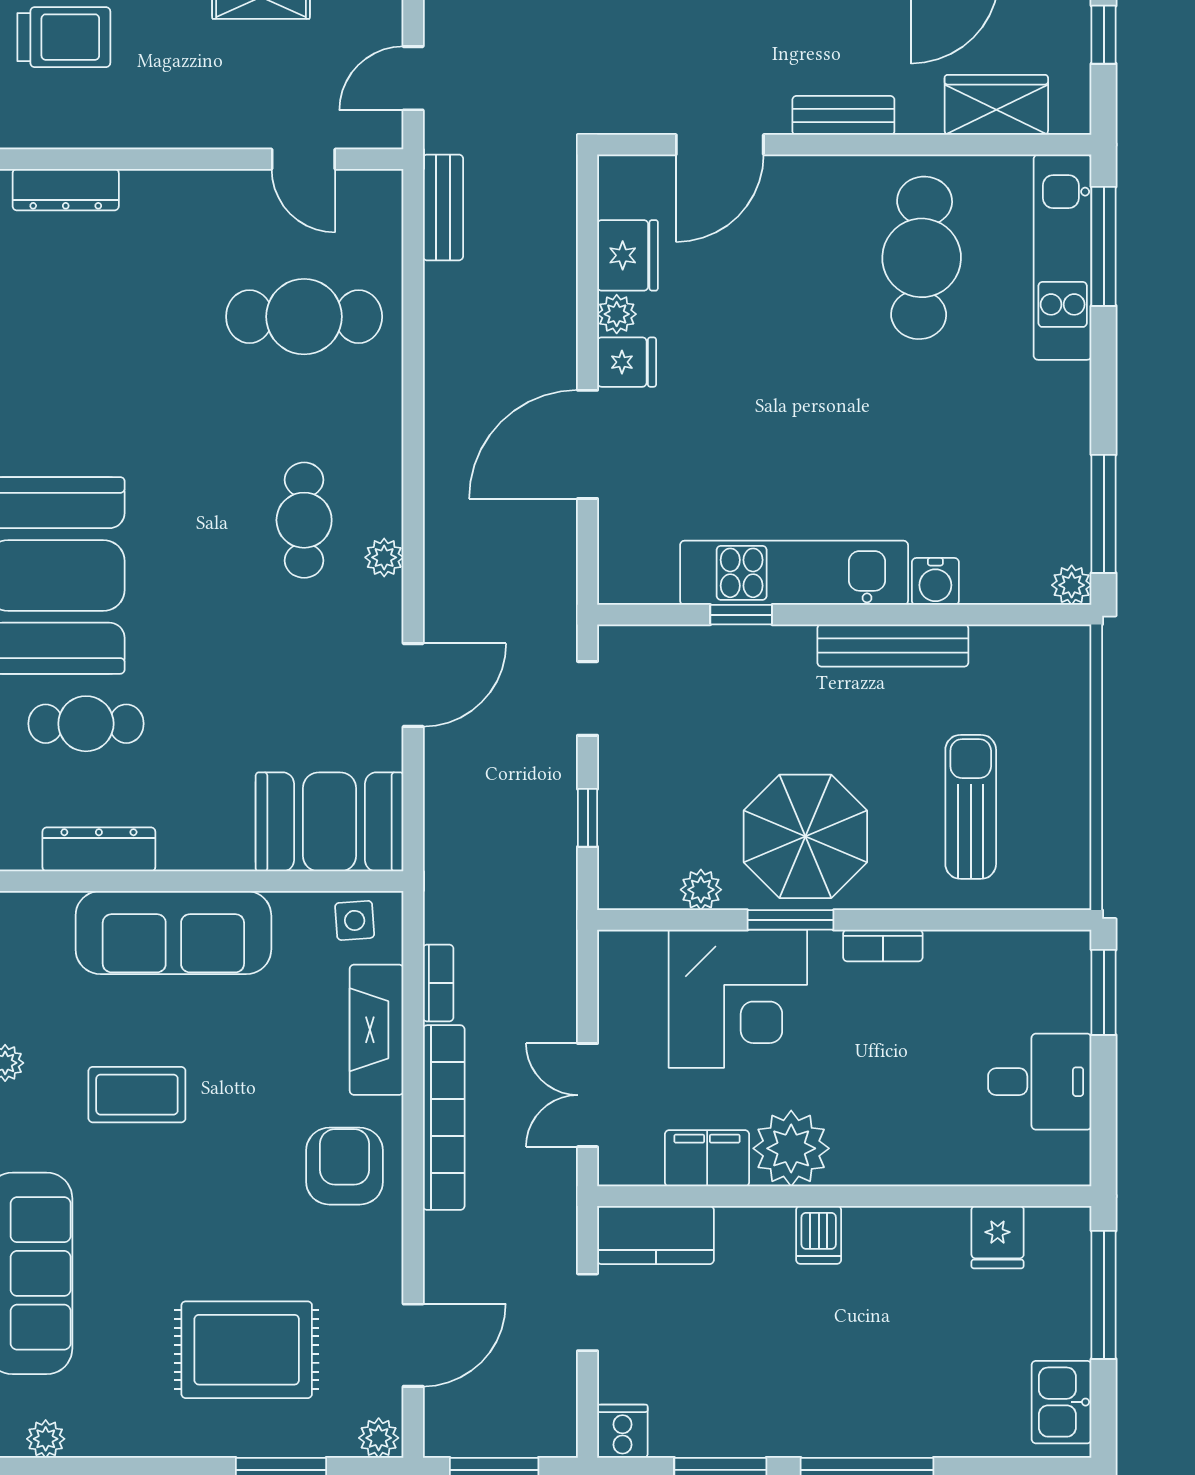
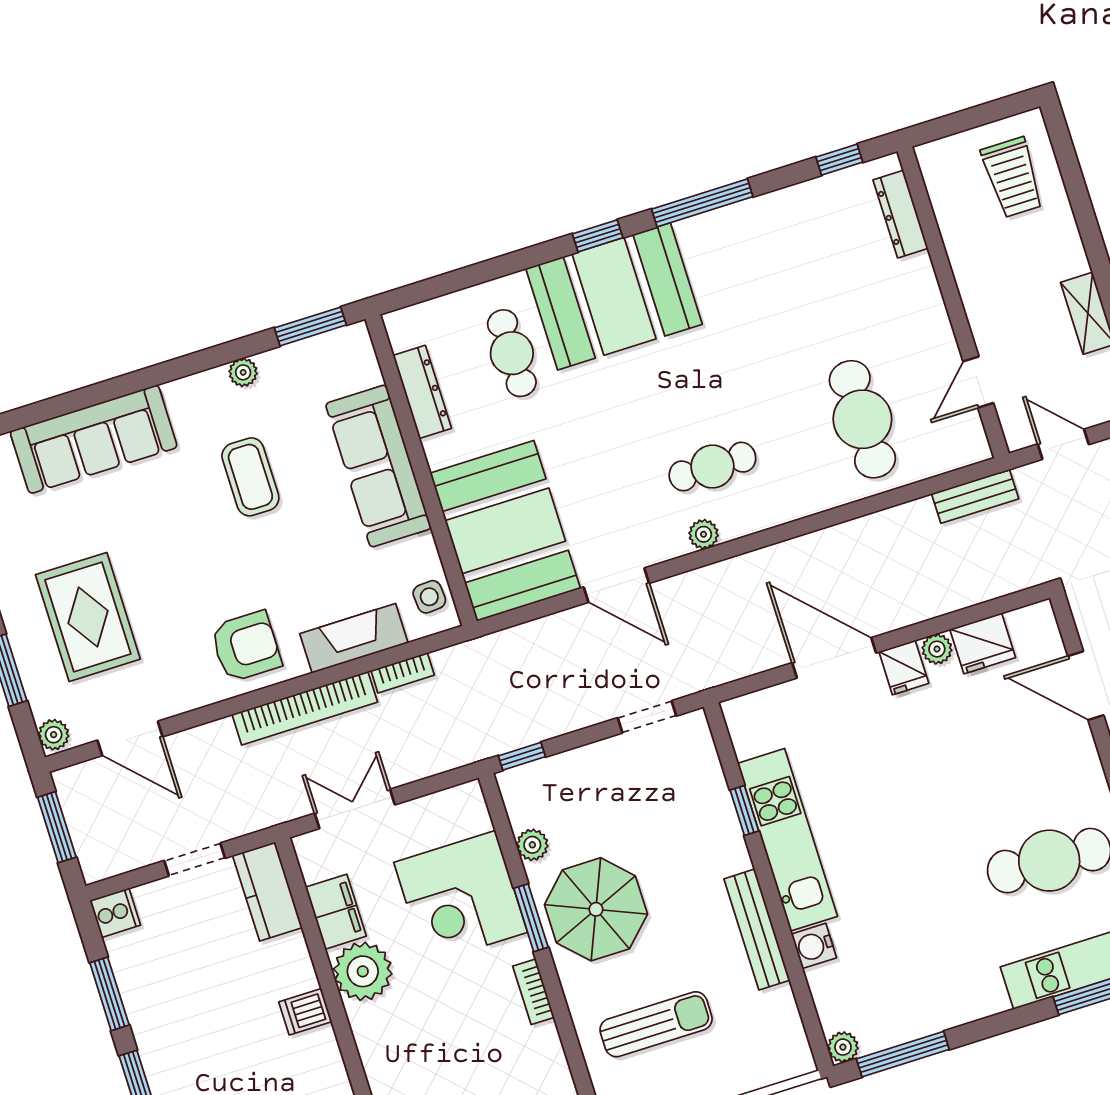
window: (588, 818) -> (522, 756), moved
booth: (329, 822) -> (505, 531), width x1.36, depth x1.42

